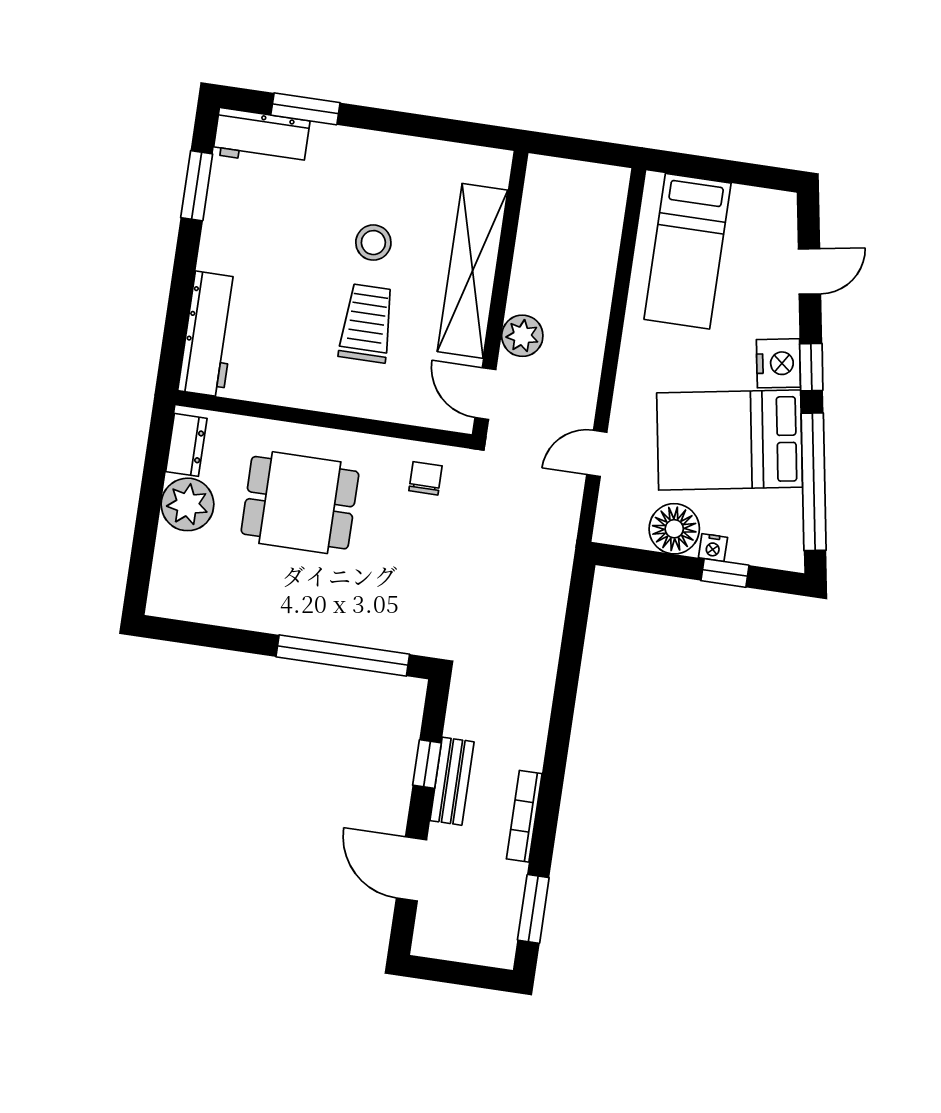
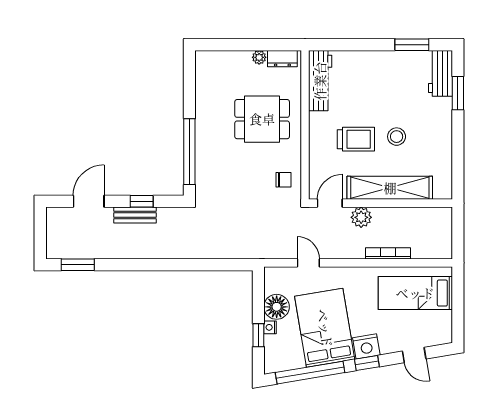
workbench: (209, 334) -> (320, 81), moved, turned -90
dining table: (300, 503) -> (262, 119), turned 90
plant: (187, 504) -> (259, 57), width x0.53, depth x0.53
bookcase: (524, 816) -> (388, 253), moved

